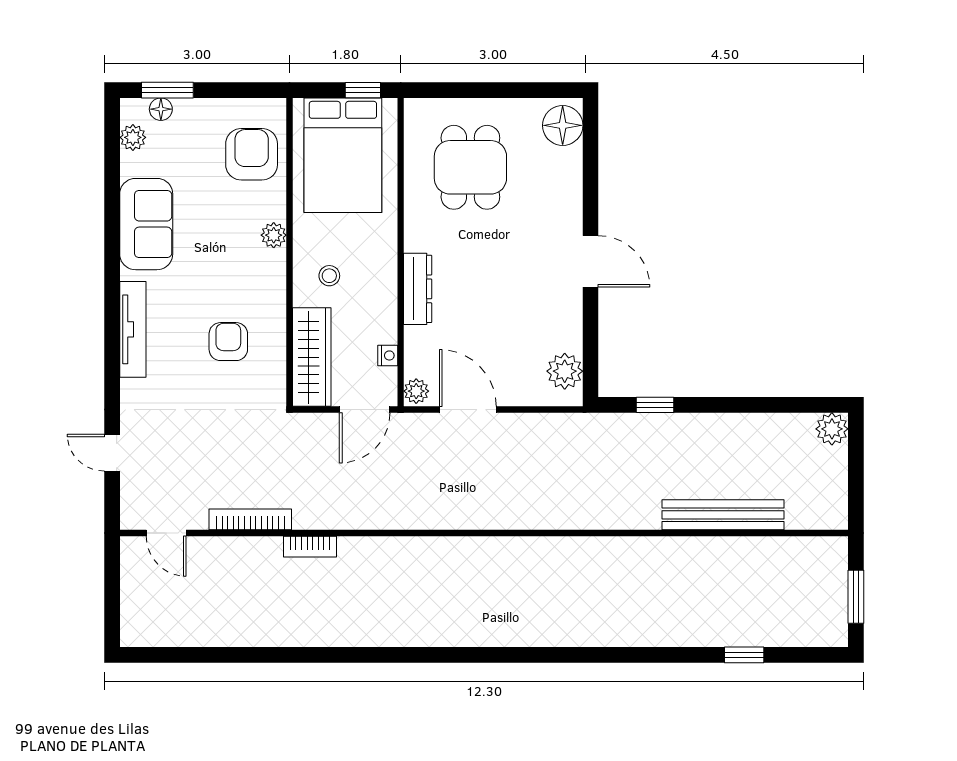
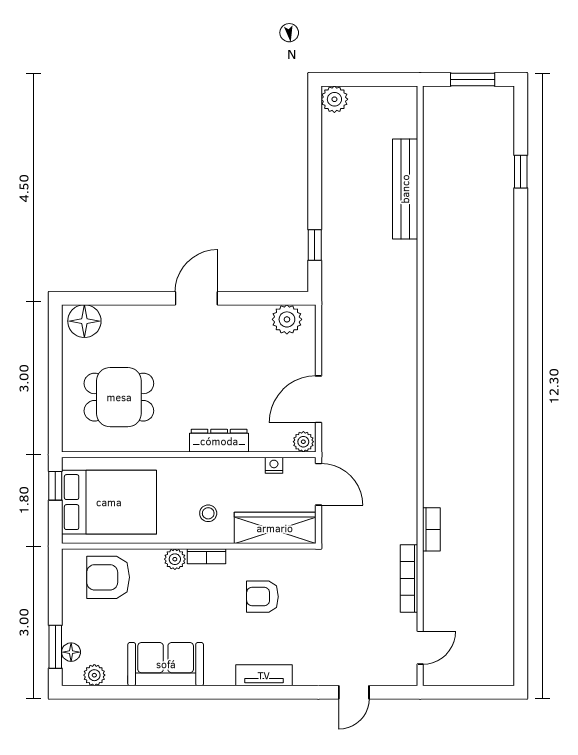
bookcase: (277, 274) -> (207, 556), added
tv unit: (133, 329) -> (264, 675), width x0.71

